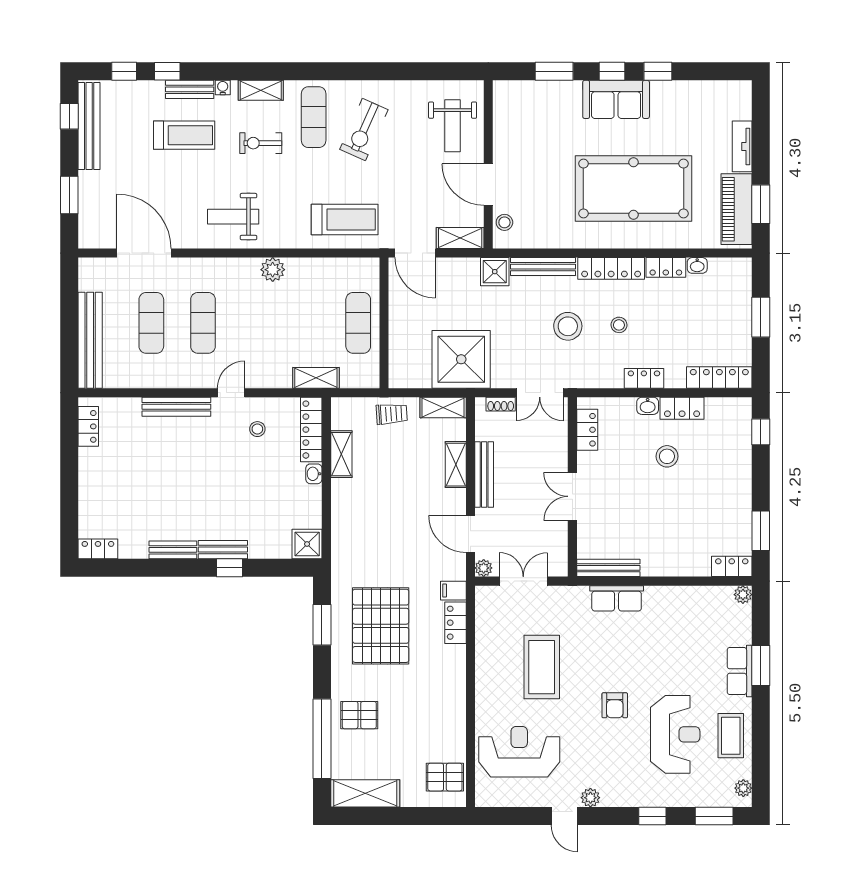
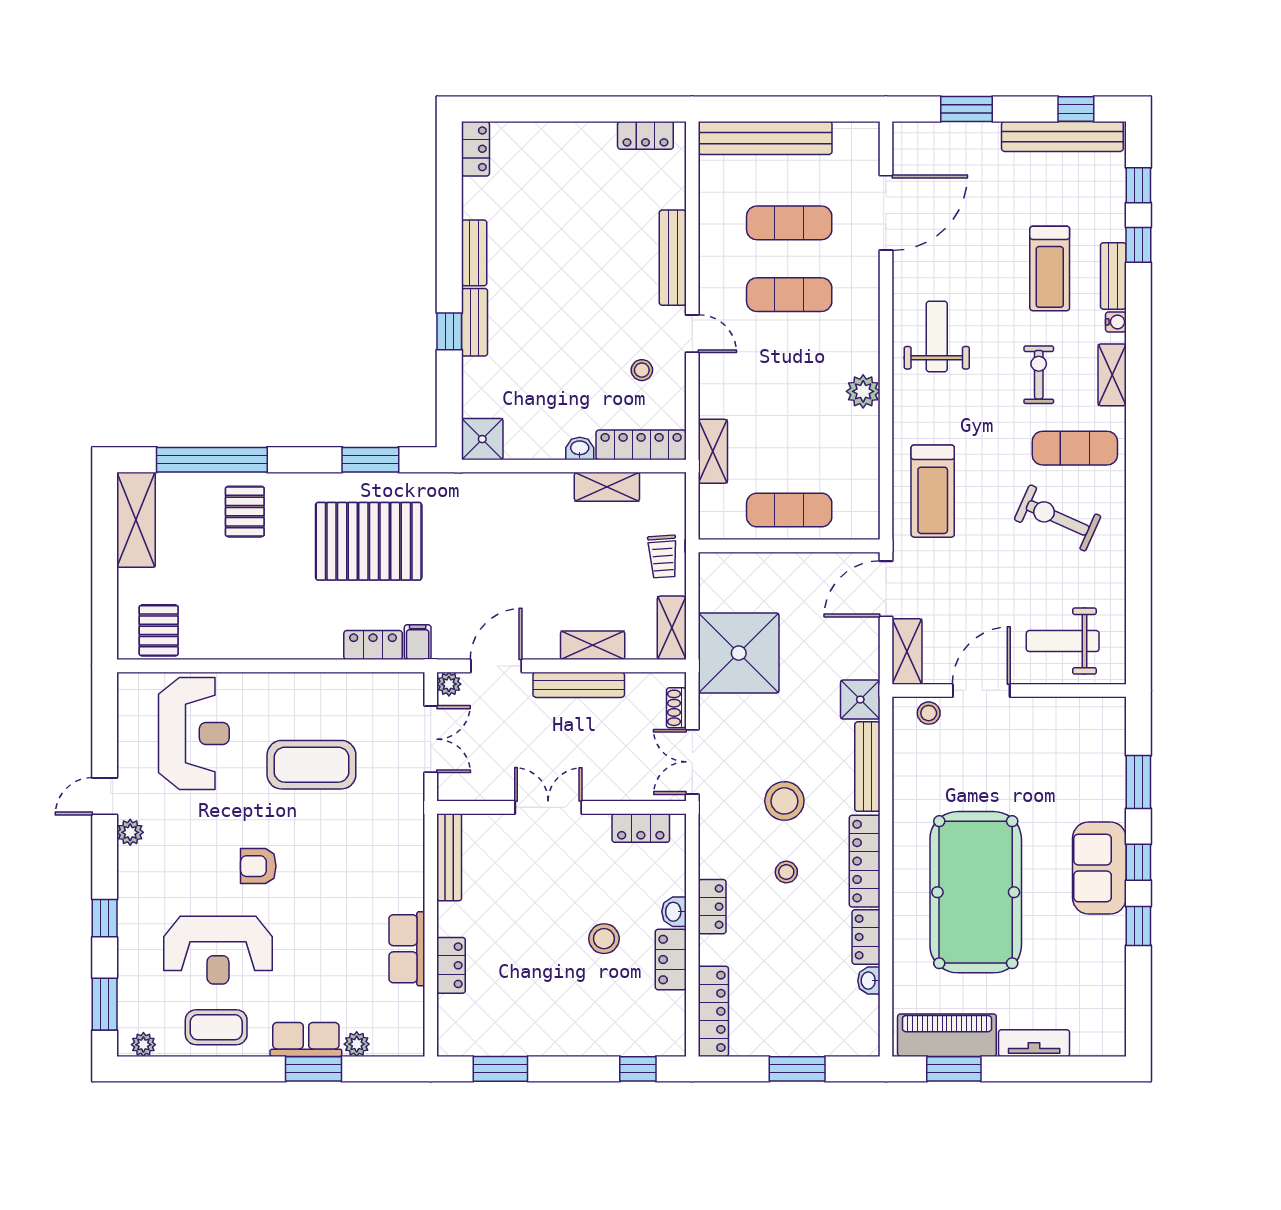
locker: (732, 566) -> (451, 965), moved
plant: (743, 595) -> (357, 1044), moved
row of seats: (617, 598) -> (407, 949), moved

